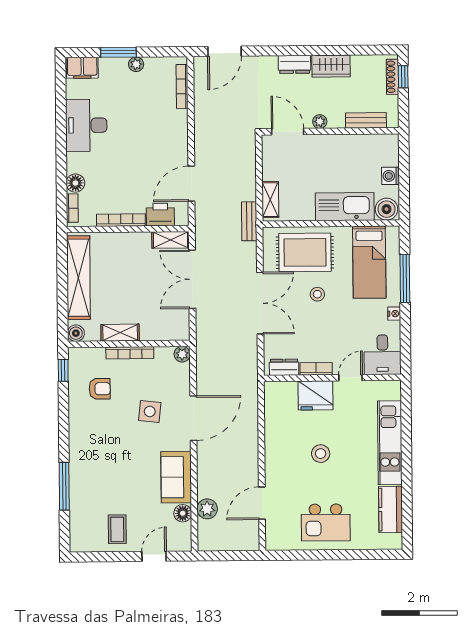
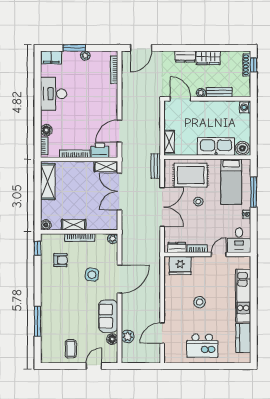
bench: (366, 120) -> (219, 92), moved
washing machine: (391, 176) -> (245, 107), moved
bench: (249, 221) -> (156, 166), moved
shelving: (78, 278) -> (48, 181), width x0.68
fridge: (316, 395) -> (180, 265), moved

